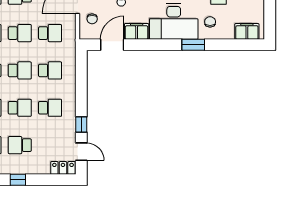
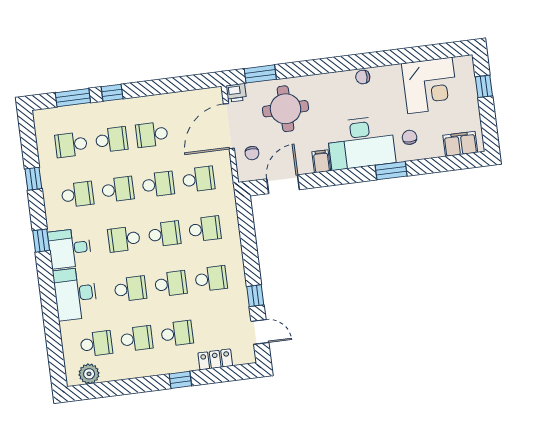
filing cabinet: (137, 31) -> (321, 161), width x0.50
school desk: (20, 145) -> (177, 333), turned 180
locker: (63, 168) -> (215, 359), moved

